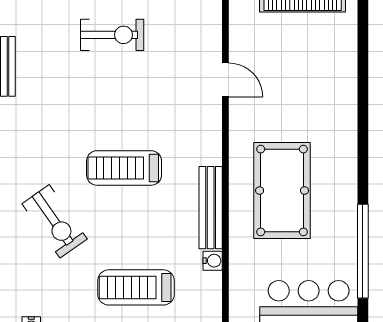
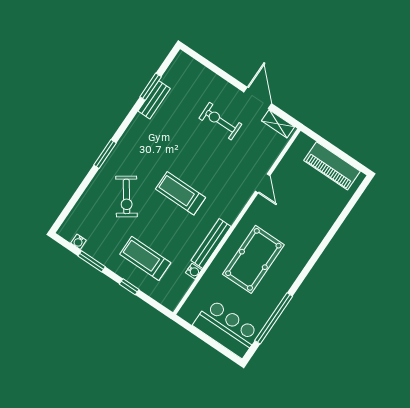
exercise bike: (112, 35) -> (220, 121), turned 180

